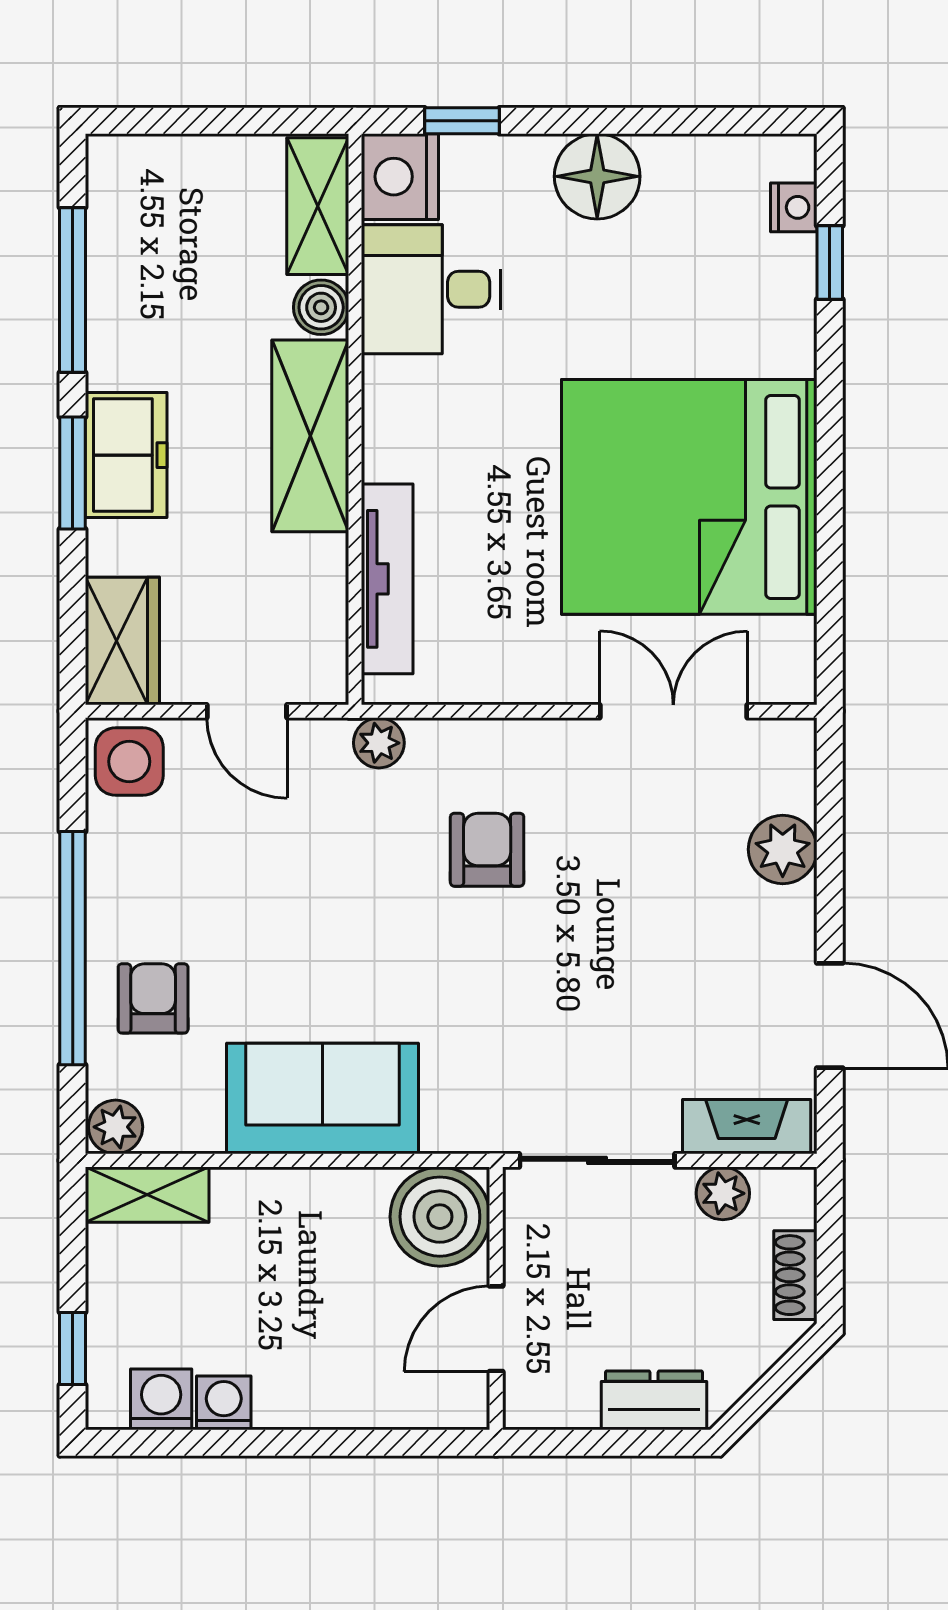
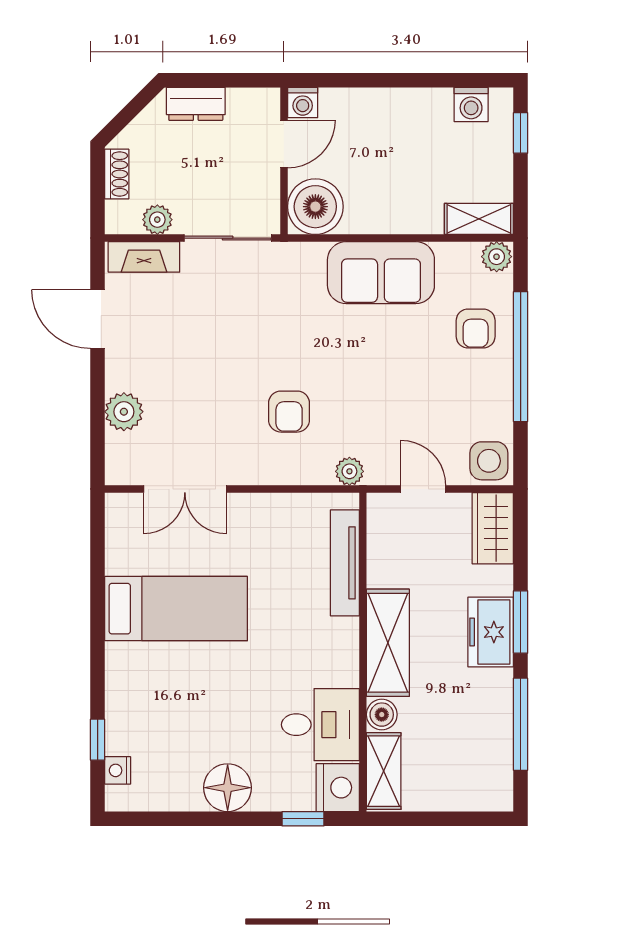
bed: (689, 497) -> (176, 609), width x0.49
washing machine: (224, 1403) -> (303, 103), moved

